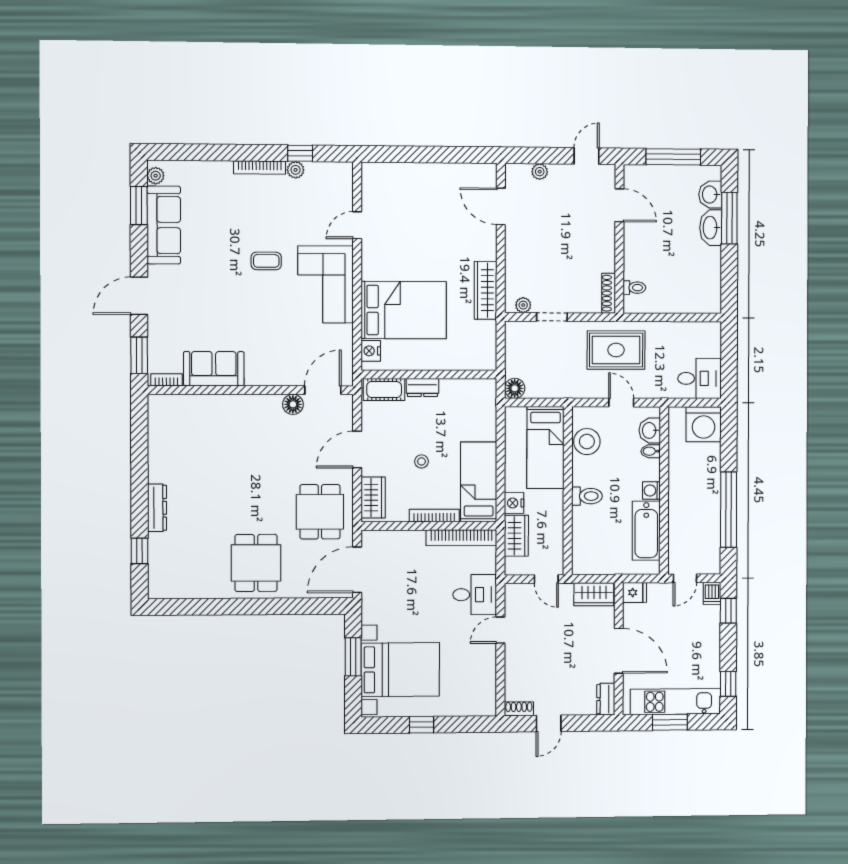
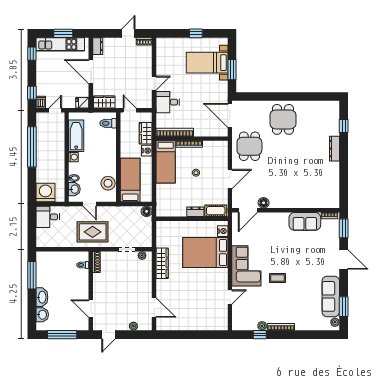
window: (729, 218) -> (32, 275), moved
door: (139, 296) -> (344, 259), hinge flipped
toilet: (587, 496) -> (108, 123), moved
wardrobe: (373, 497) -> (221, 154), removed
door: (357, 570) -> (230, 116), swing flipped
bed with nightstands: (400, 670) -> (207, 63), width x0.73

